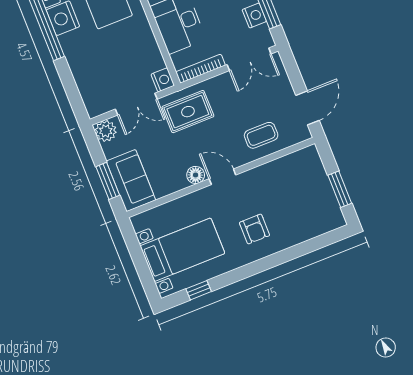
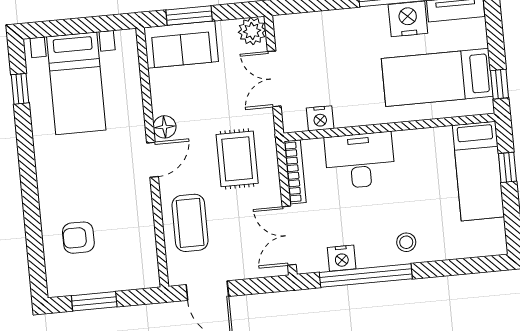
nightstand: (163, 80) -> (320, 118), moved
rug: (188, 112) -> (237, 159), moved
coffee table: (261, 135) -> (190, 223), width x1.36, depth x1.30
armchair: (255, 229) -> (78, 238), moved

